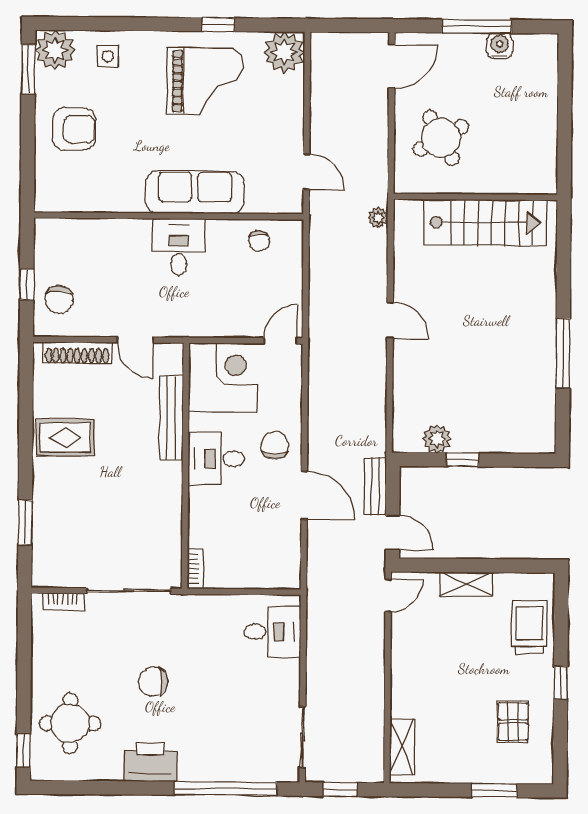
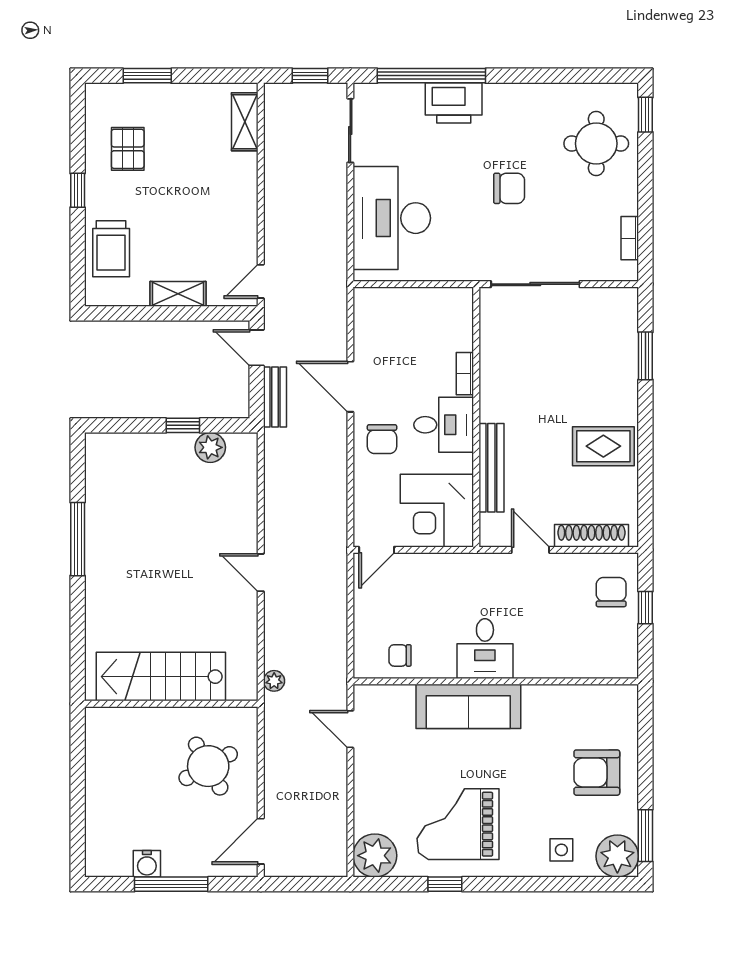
chair: (259, 241) -> (400, 655), turned -90
bookcase: (195, 569) -> (465, 374), moved
bookcase: (63, 601) -> (630, 238), moved, turned -90
desk: (273, 632) -> (392, 218), width x1.87, depth x1.30
printer: (150, 762) -> (454, 103), moved

